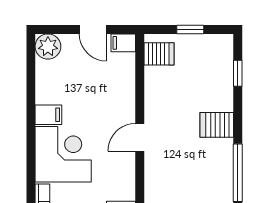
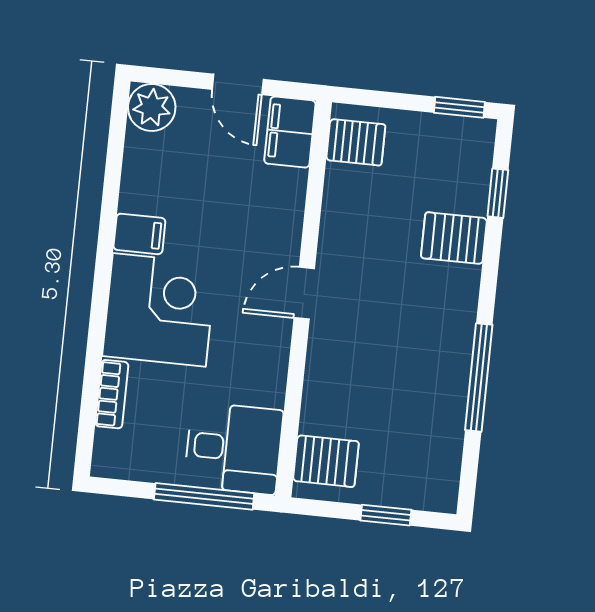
window: (190, 29) -> (459, 107), moved
filing cabinet: (123, 43) -> (290, 132), width x2.00
server rack: (217, 125) -> (454, 238), moved

